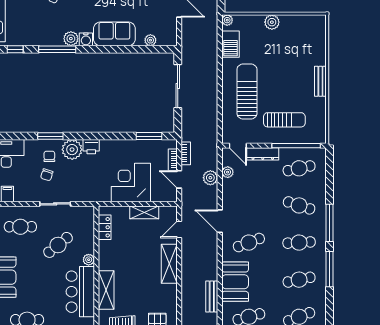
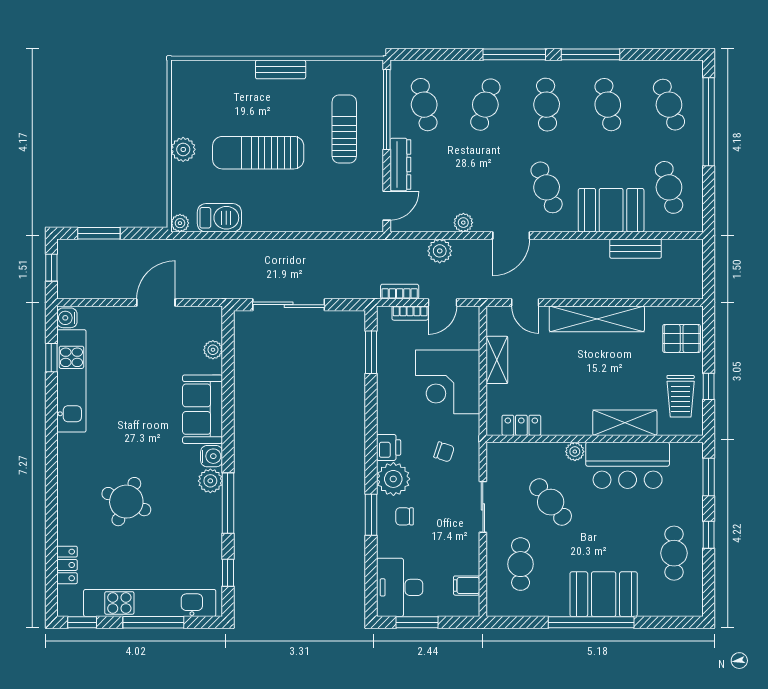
sun lounger: (247, 91) -> (258, 153), moved
plant: (228, 172) -> (463, 223), moved
chair: (47, 175) -> (444, 452), moved
shelving: (169, 264) -> (597, 319), width x1.47

